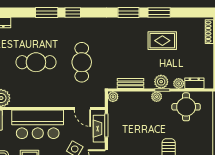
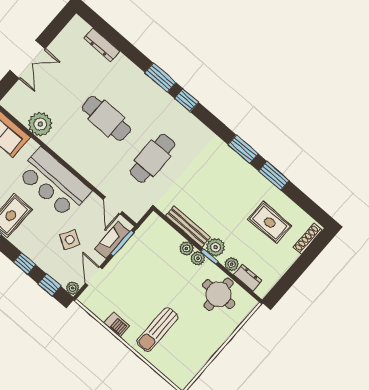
rug: (162, 41) -> (270, 223), moved
bench: (130, 83) -> (188, 226), width x1.36
plant: (113, 97) -> (186, 248), moved

